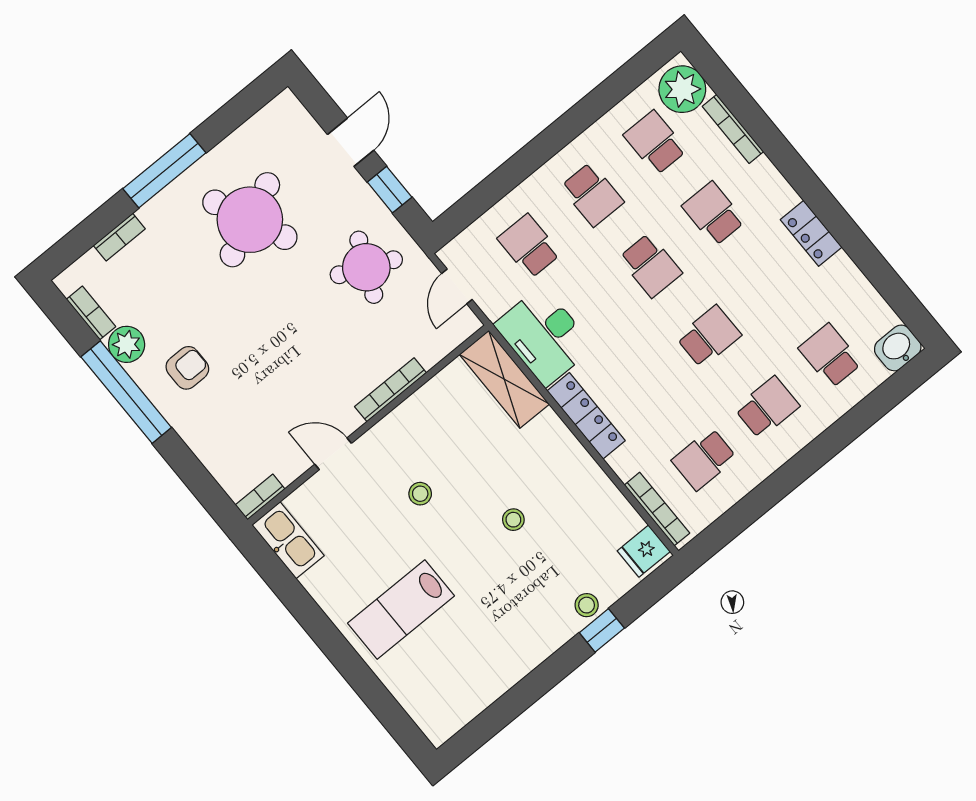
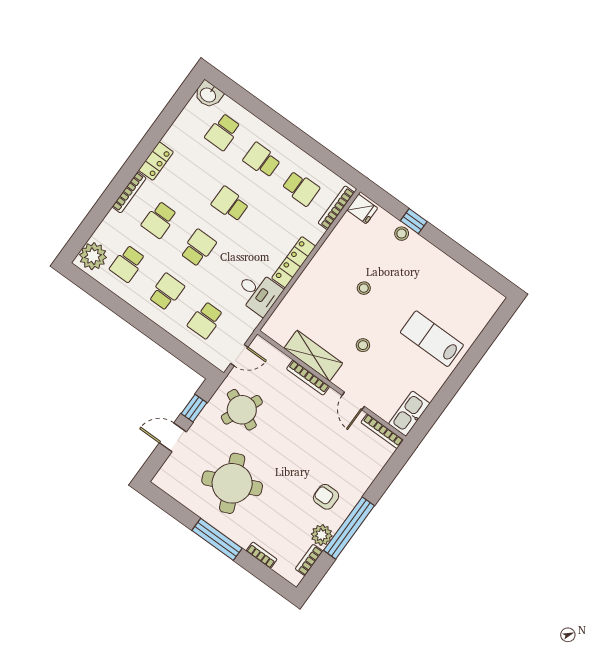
bookcase: (733, 129) -> (129, 192), moved
desk: (544, 336) -> (258, 293), width x0.73
shelving: (504, 379) -> (313, 356), moved, turned 90
bookcase: (260, 497) -> (382, 431), width x1.56
lab bench: (401, 610) -> (432, 339), turned 180

